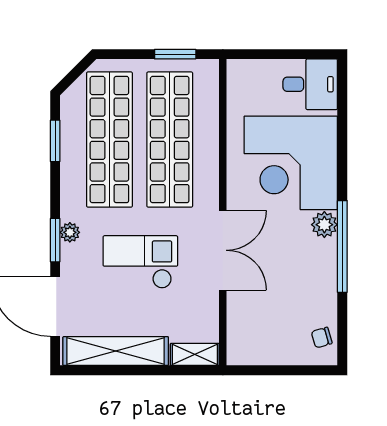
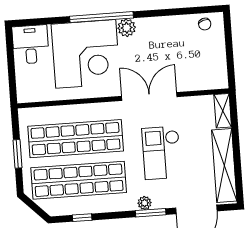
window: (175, 54) -> (17, 154), moved
window: (55, 141) -> (82, 218), width x0.67
window: (342, 246) -> (102, 17), moved

